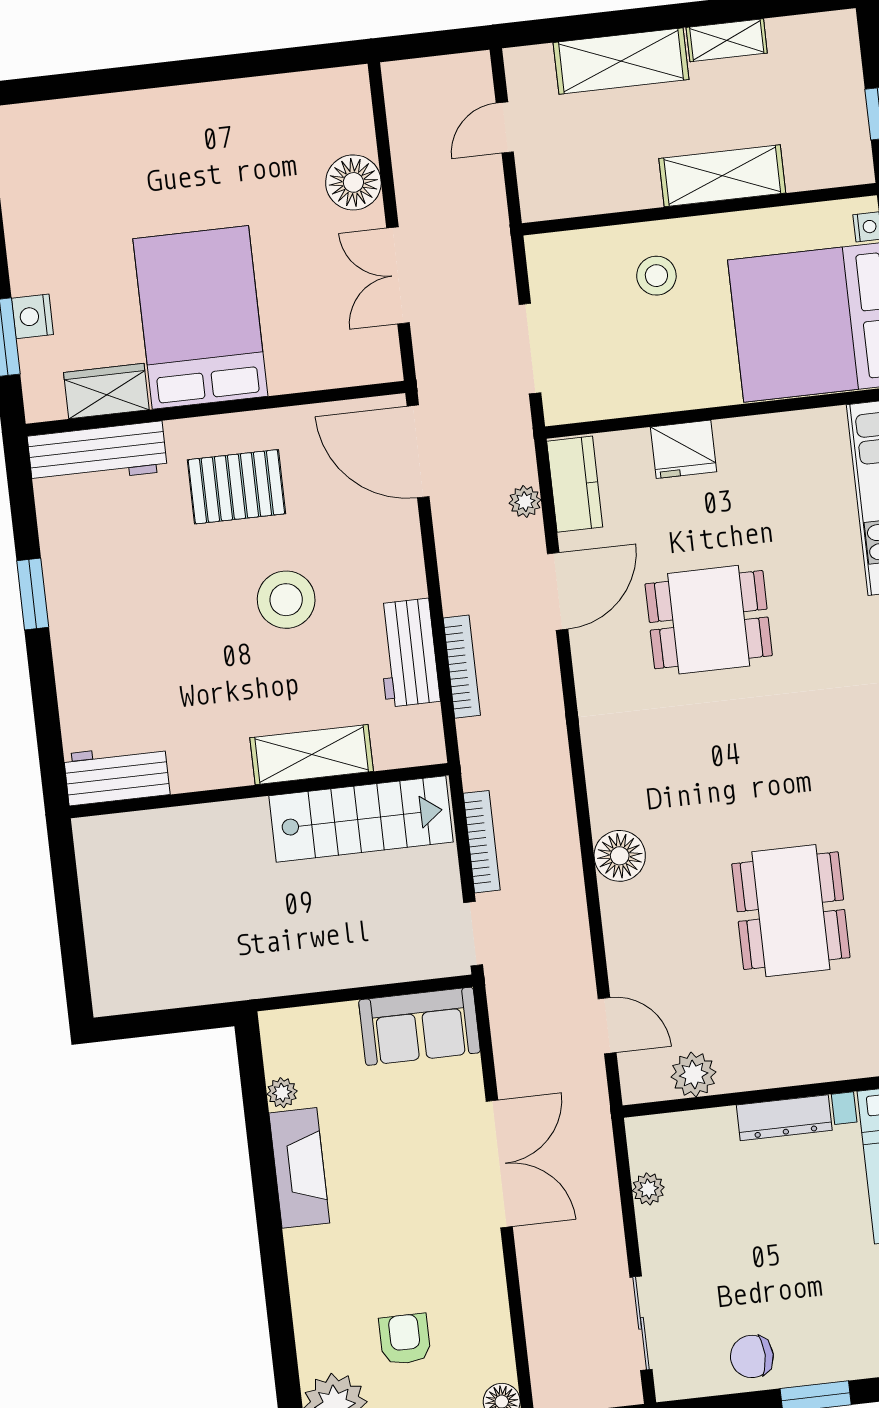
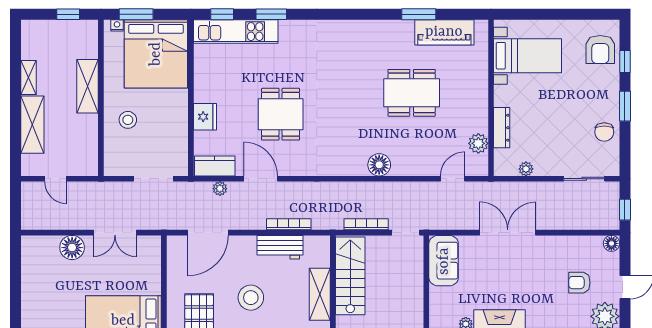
door: (418, 451) -> (208, 233), moved
dresser: (784, 1118) -> (502, 128), moved

